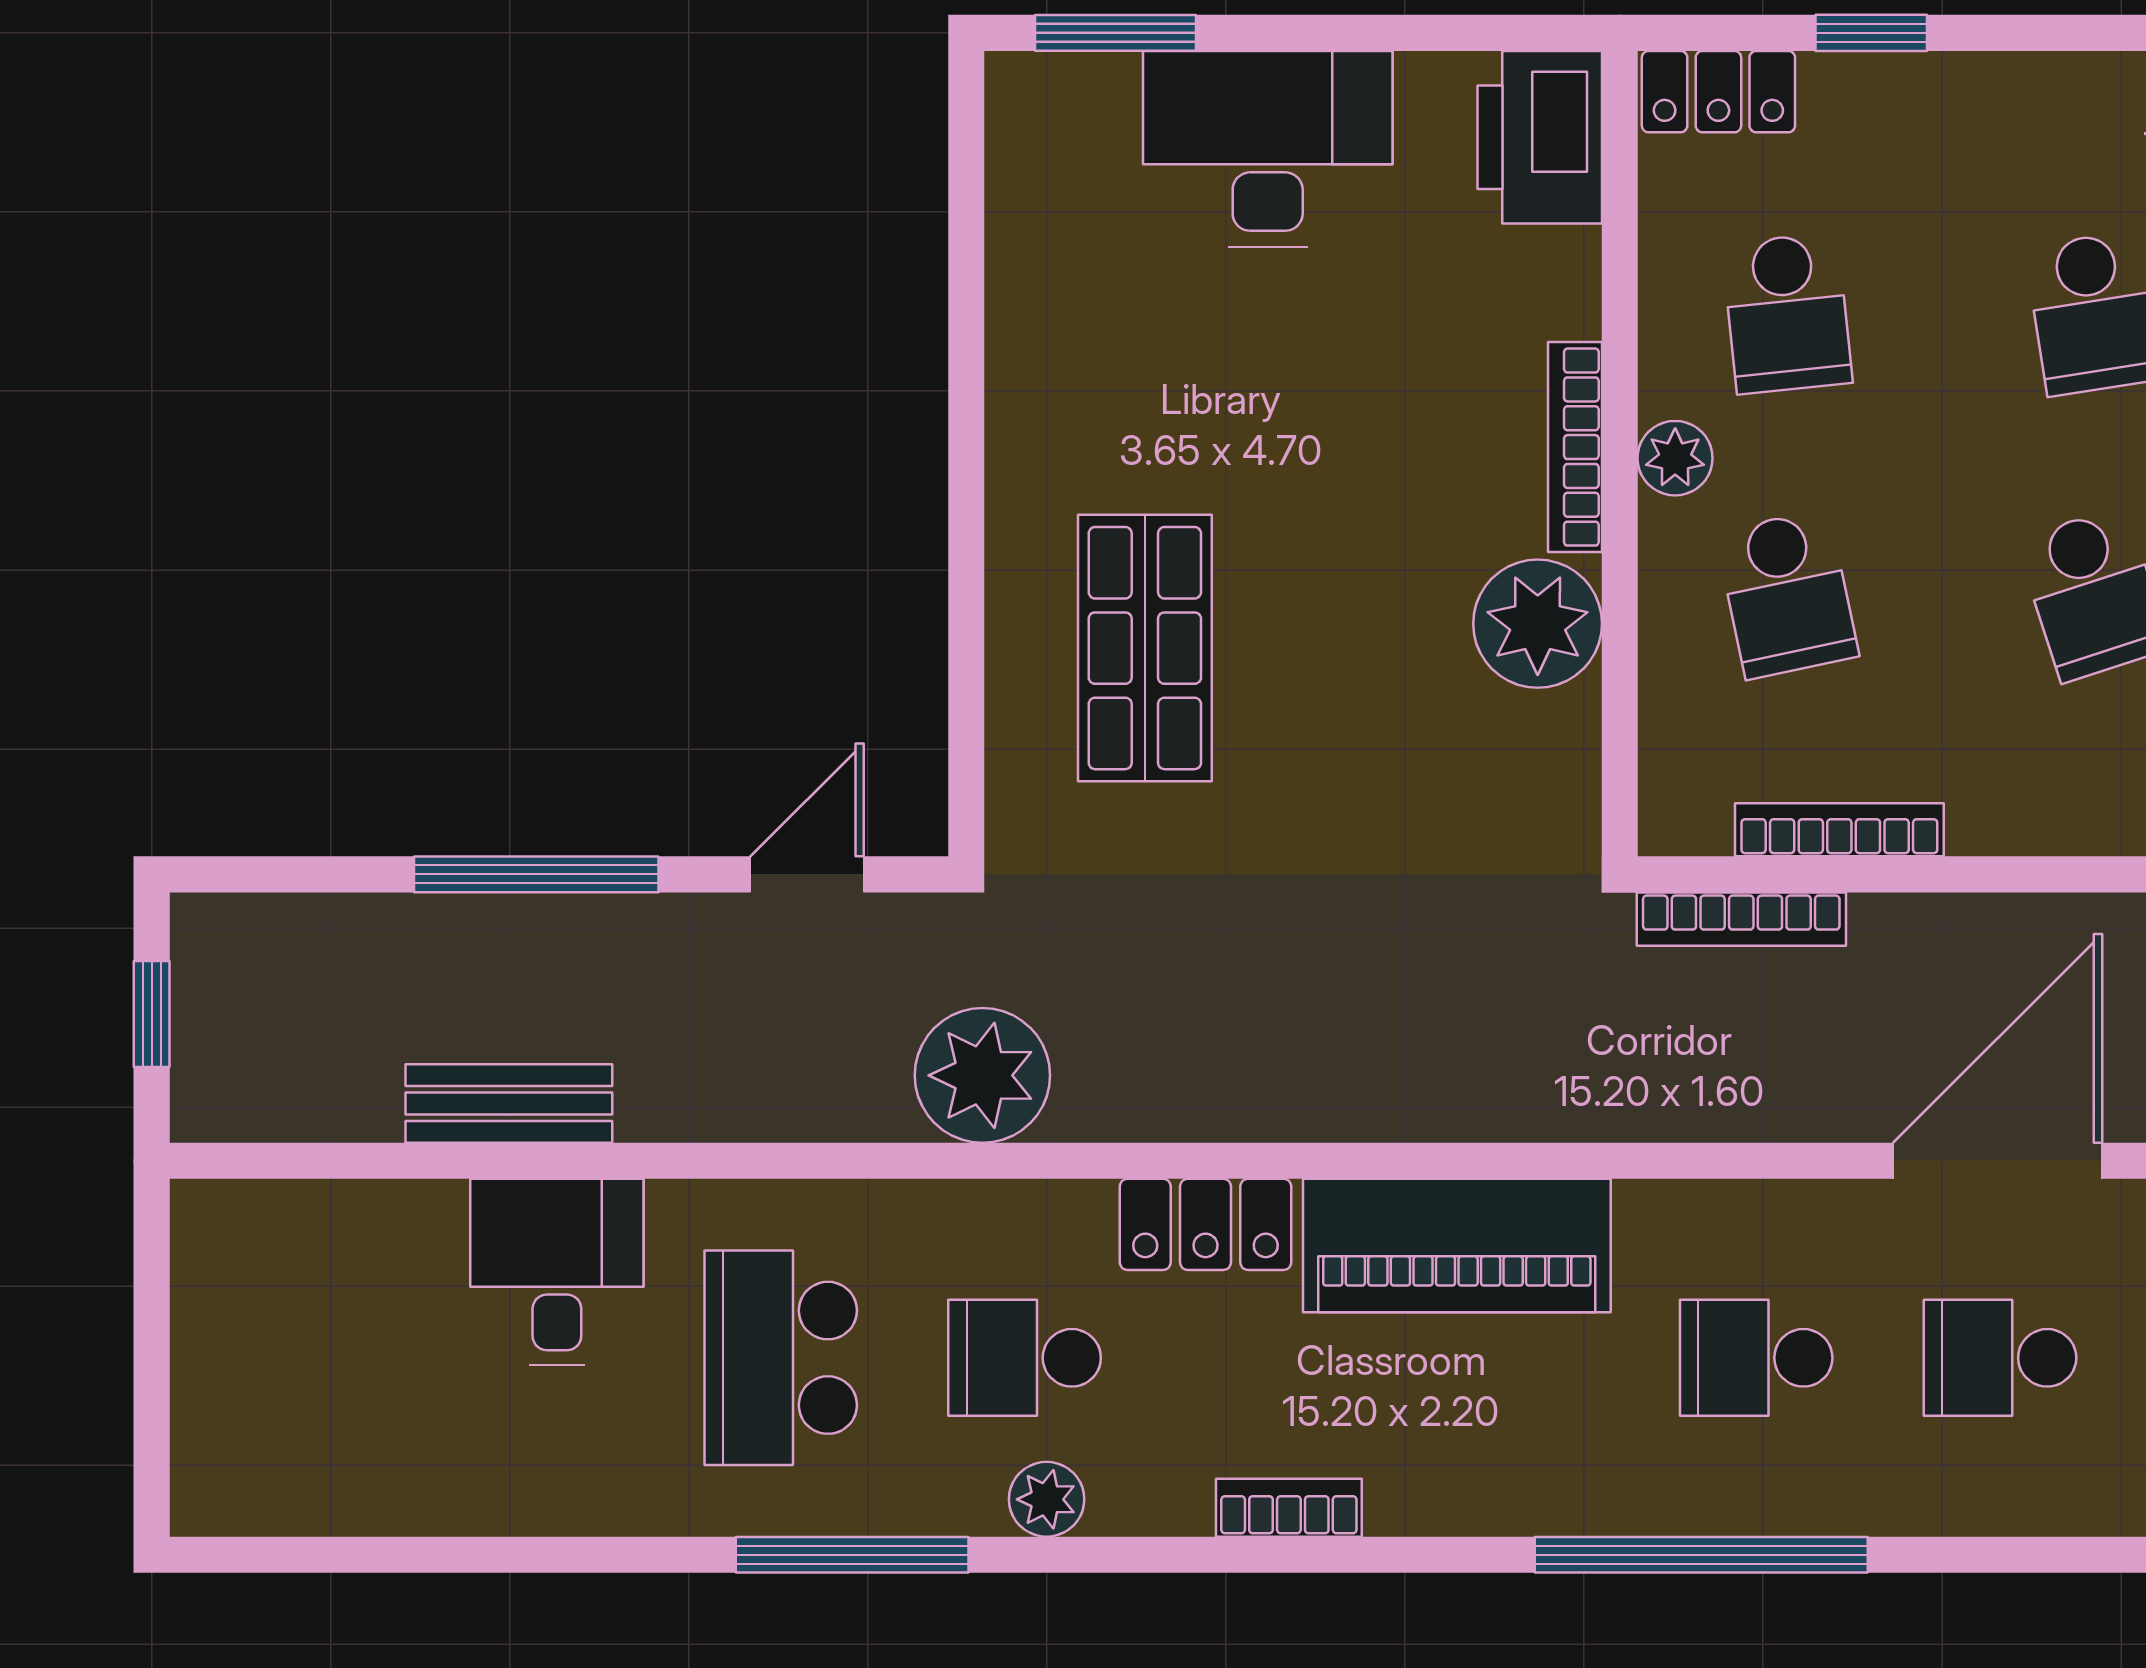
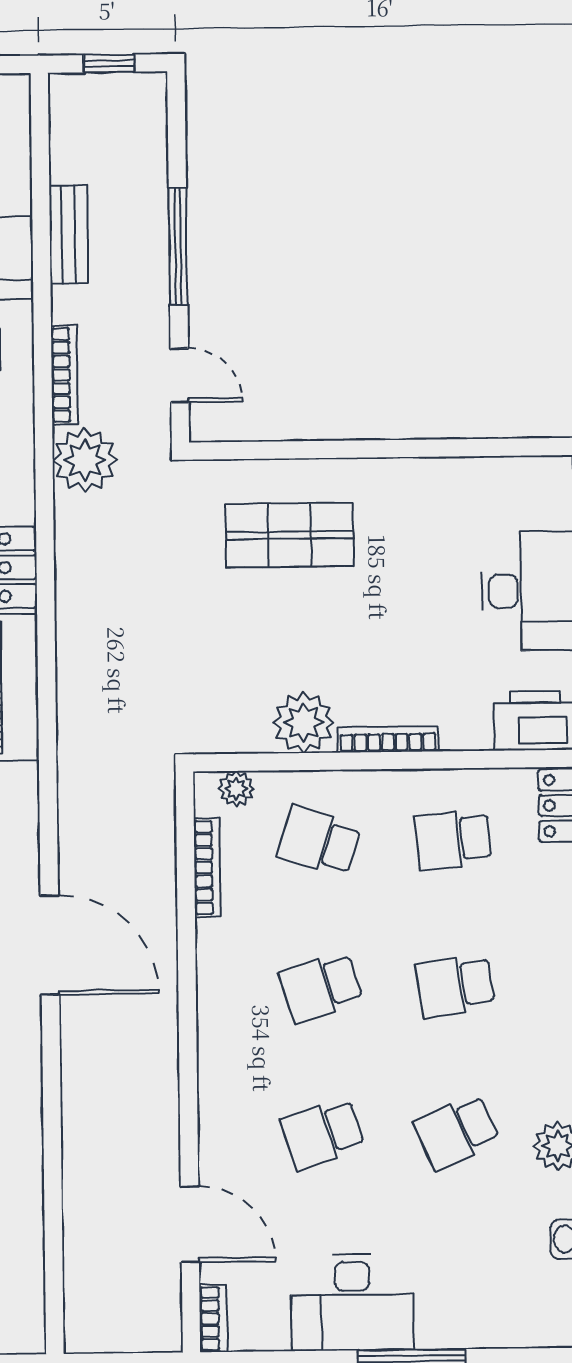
plant: (1675, 458) -> (236, 789), moved
school desk: (1787, 594) -> (319, 841), turned 30
bookcase: (1741, 919) -> (64, 375), moved, turned 180

